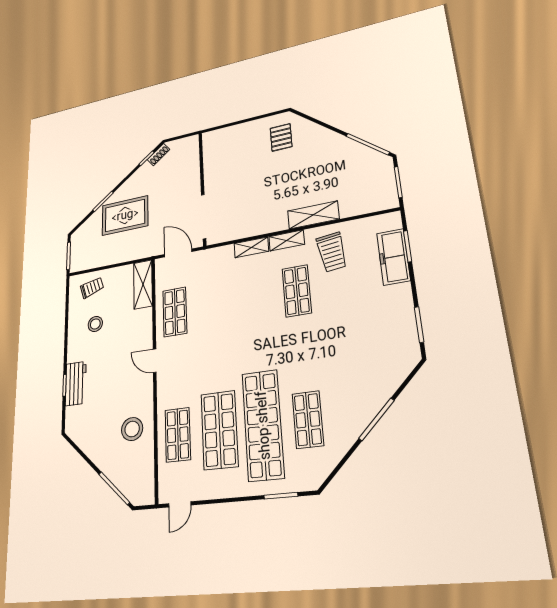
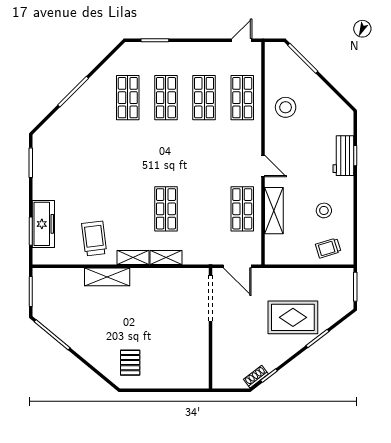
shelving: (143, 284) -> (274, 211), moved
shop shelf: (297, 291) -> (166, 209), moved
shop shelf: (263, 425) -> (166, 98), width x0.50, depth x0.74
shop shelf: (219, 430) -> (204, 98), width x0.70, depth x0.74

